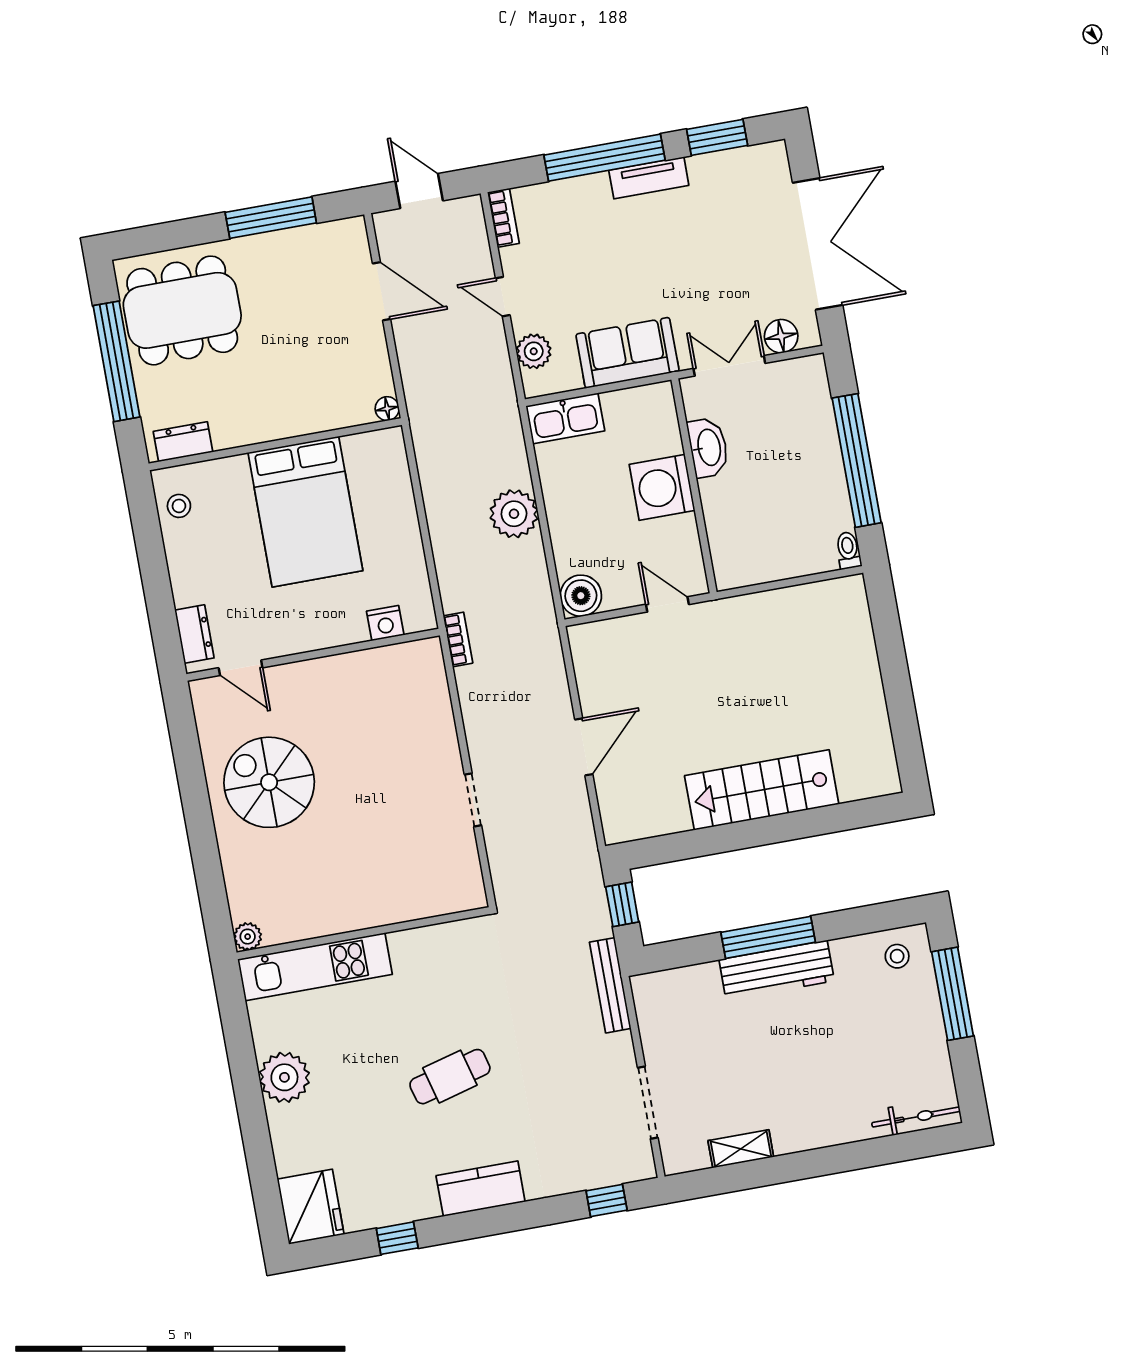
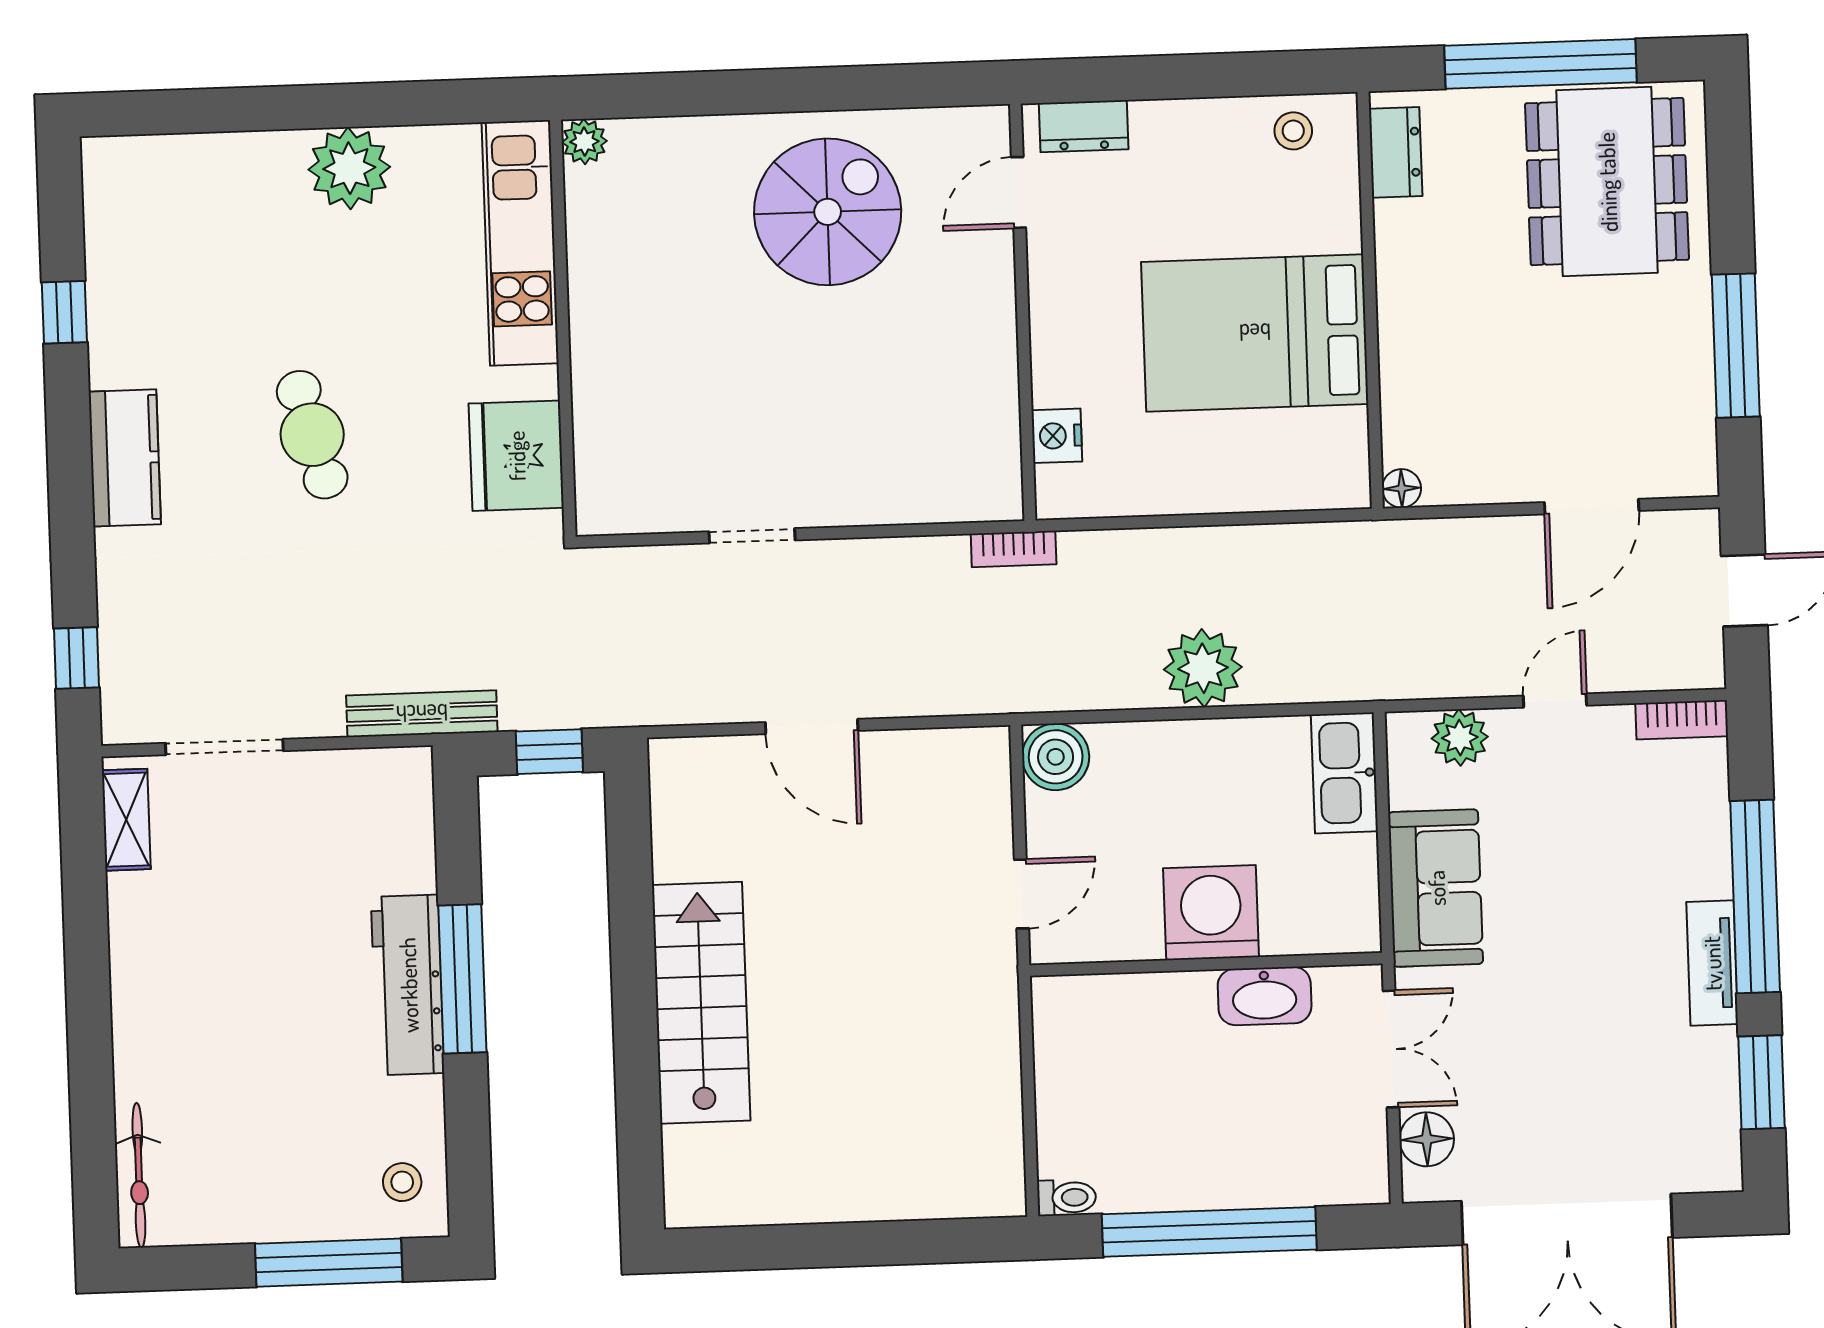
shelving: (741, 1149) -> (126, 820), moved
fridge: (311, 1207) -> (516, 456), moved, turned 90

